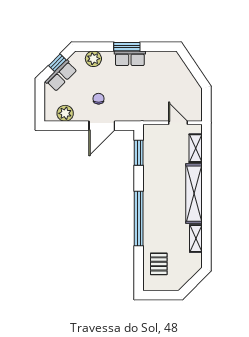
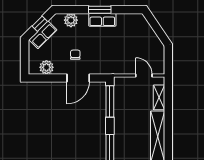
window: (139, 153) -> (110, 101), width x1.44

